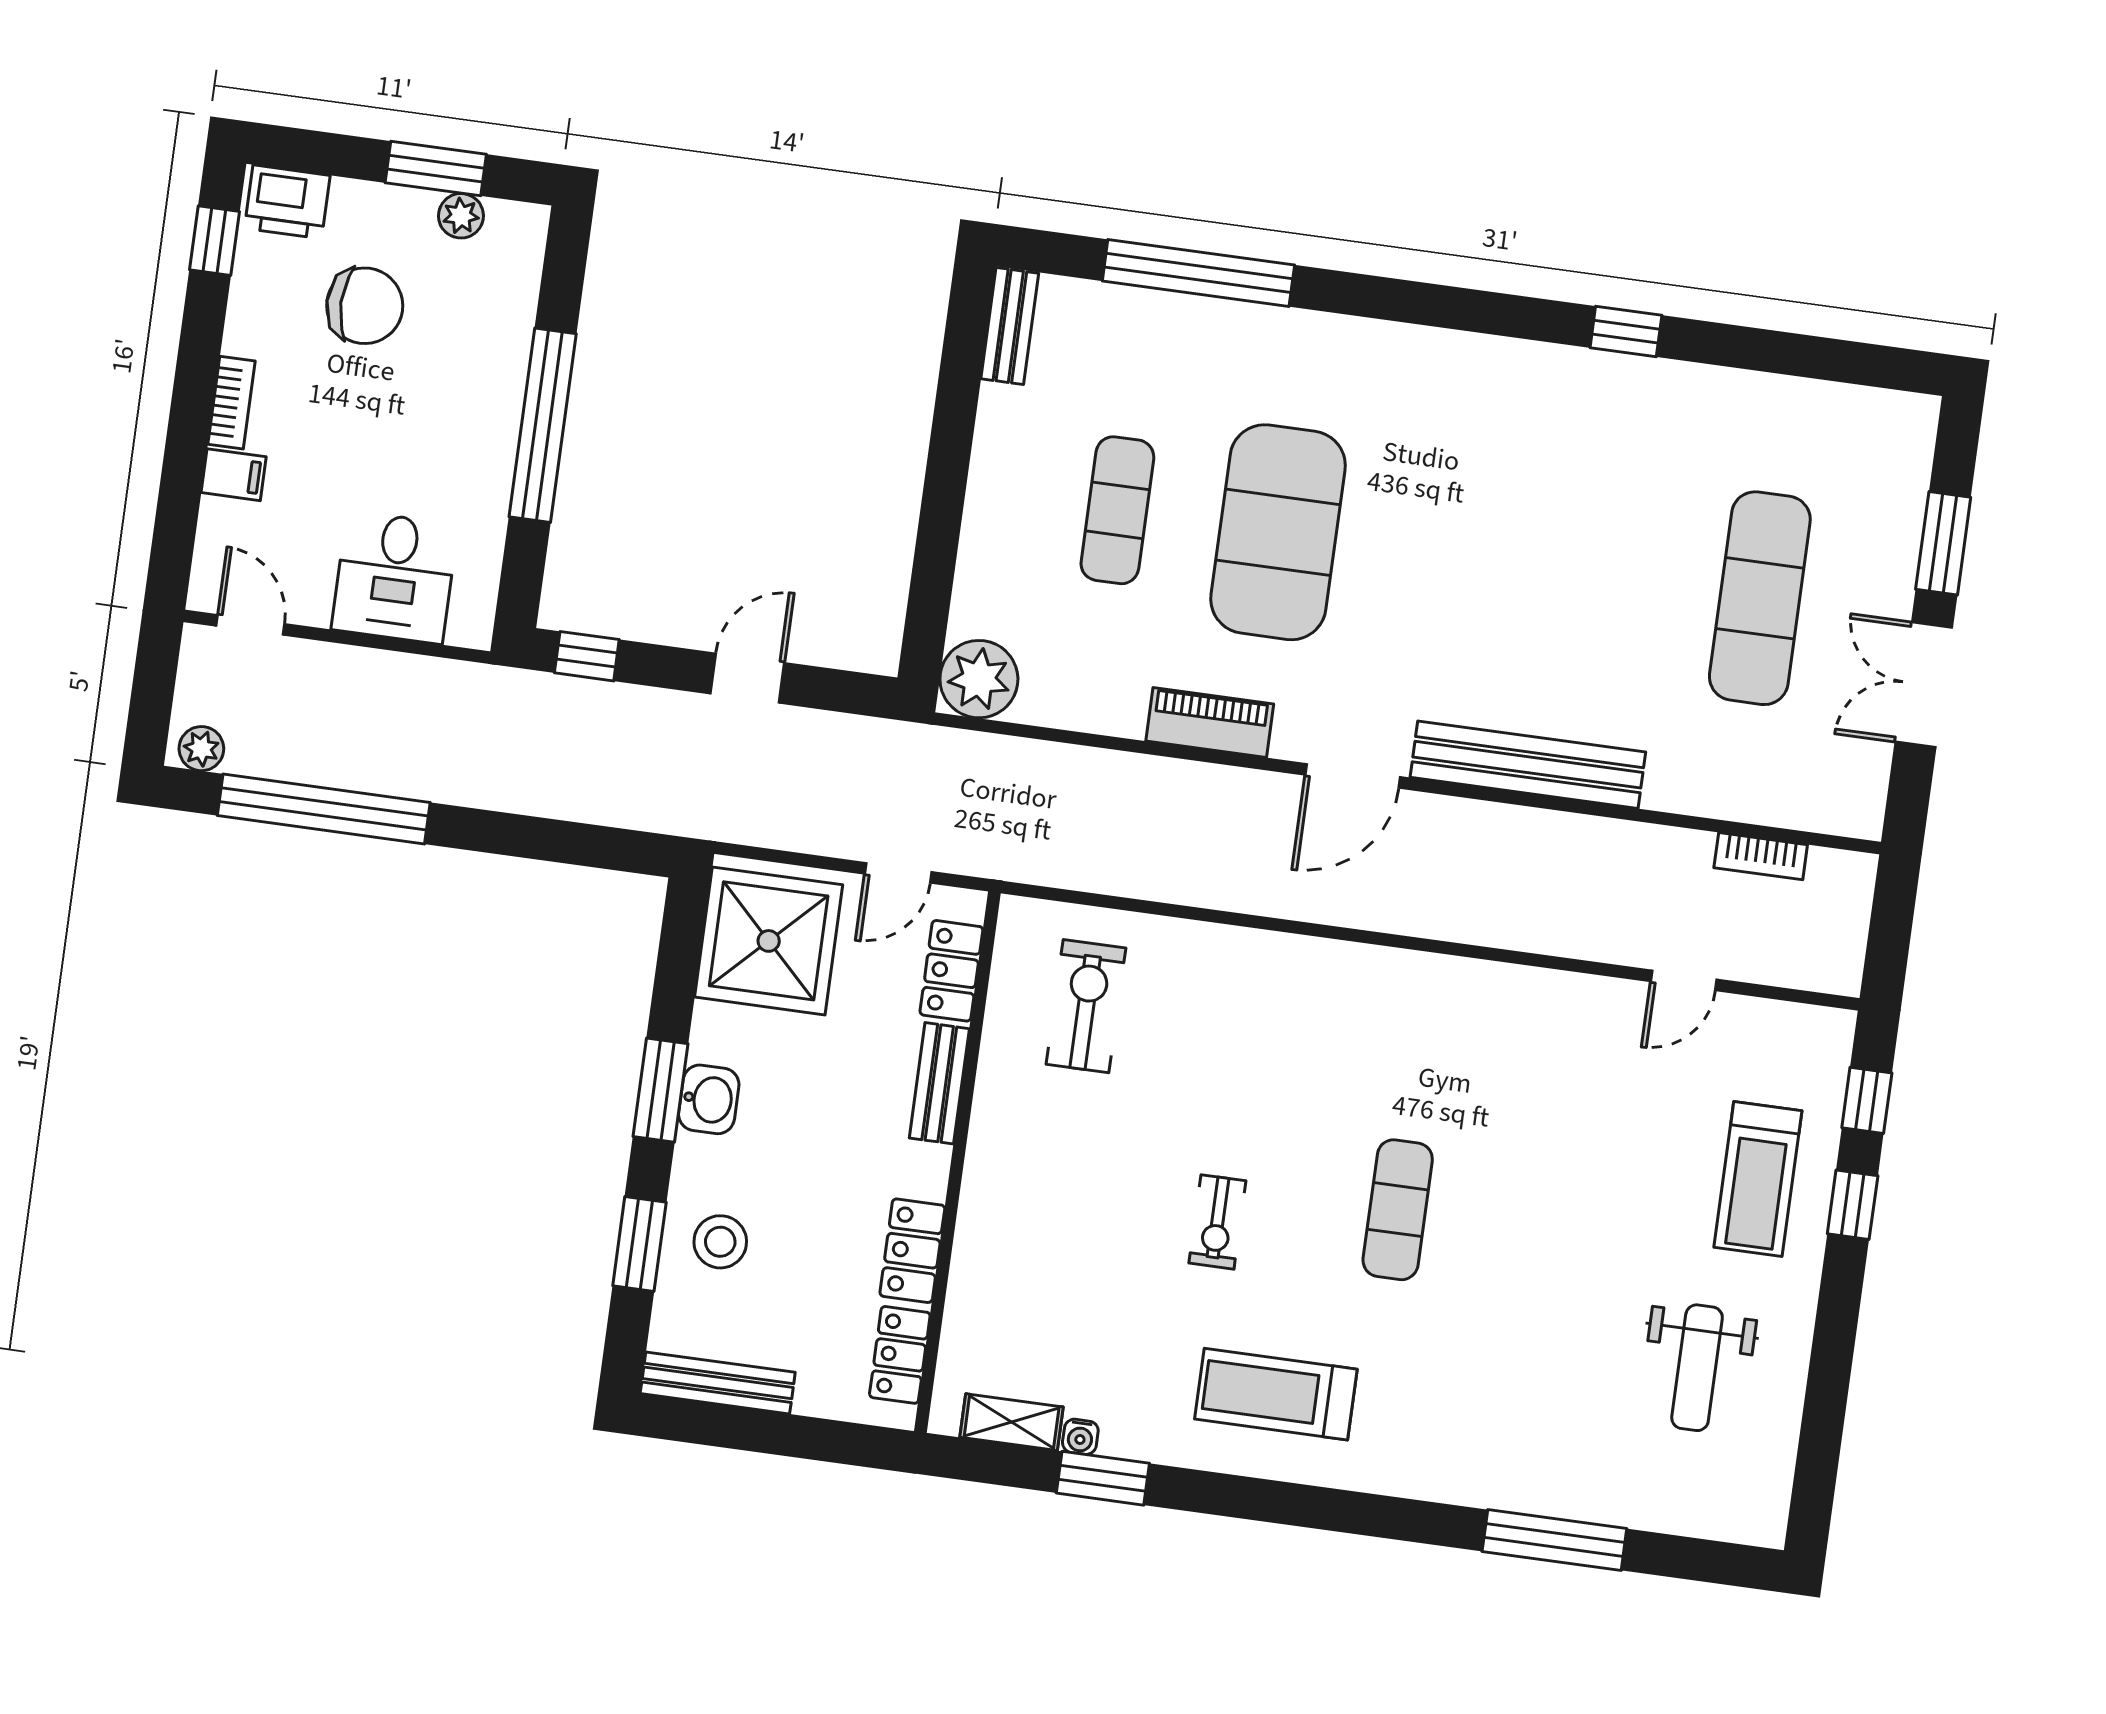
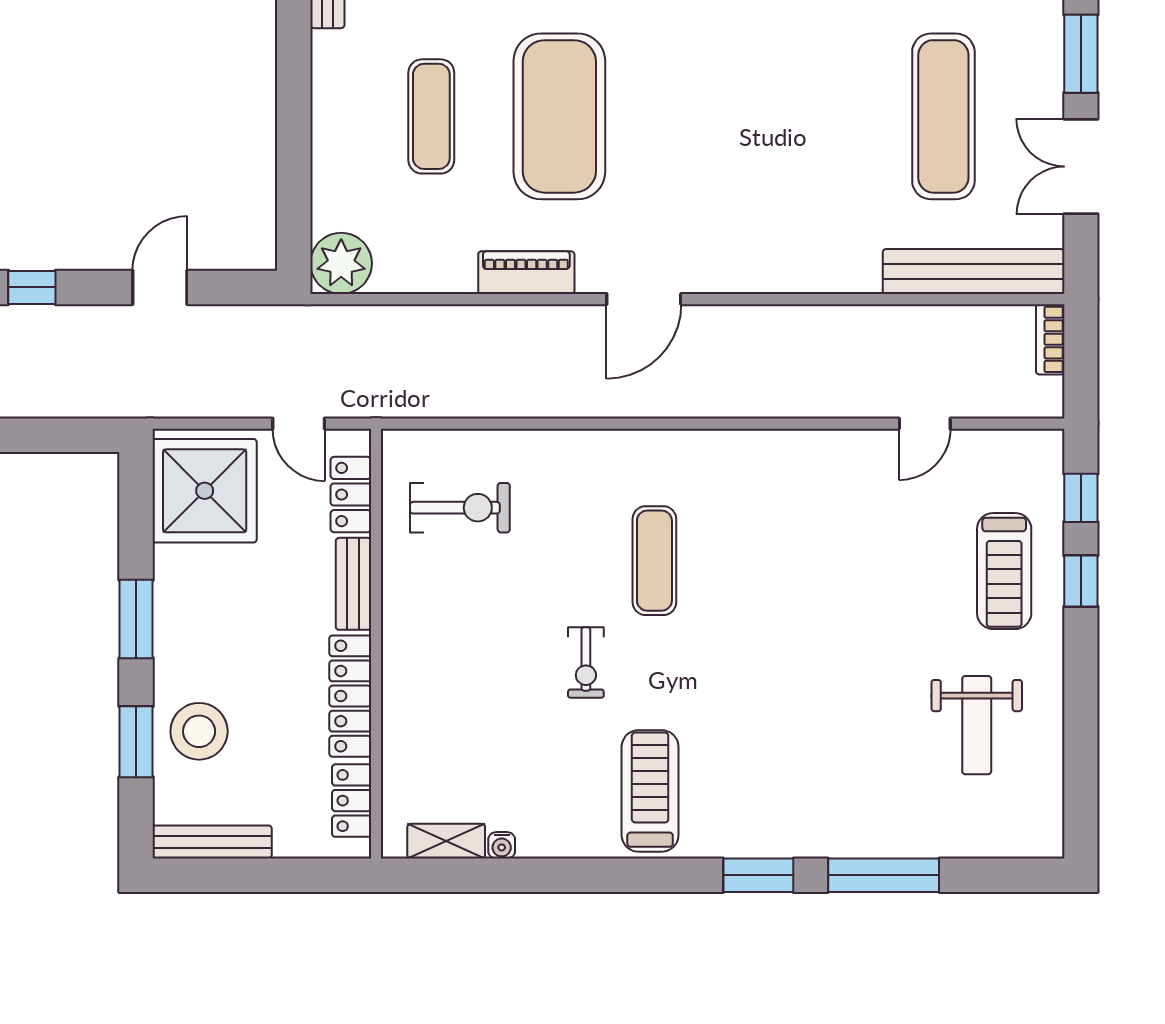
bench: (1528, 765) -> (974, 271), moved
bookcase: (1761, 856) -> (1050, 339), moved, turned 90
door: (898, 873) -> (299, 424), hinge flipped
exercise bike: (1086, 1006) -> (460, 508), turned 90
washbasin: (709, 1099) -> (175, 621), removed
exercise mat: (1398, 1210) -> (654, 561), moved
stool: (720, 1242) -> (199, 731), width x1.38, depth x1.38
locker: (912, 1251) -> (350, 696), width x1.53
treadmill: (1276, 1394) -> (650, 791), turned 90
window: (1103, 1478) -> (758, 875), moved

